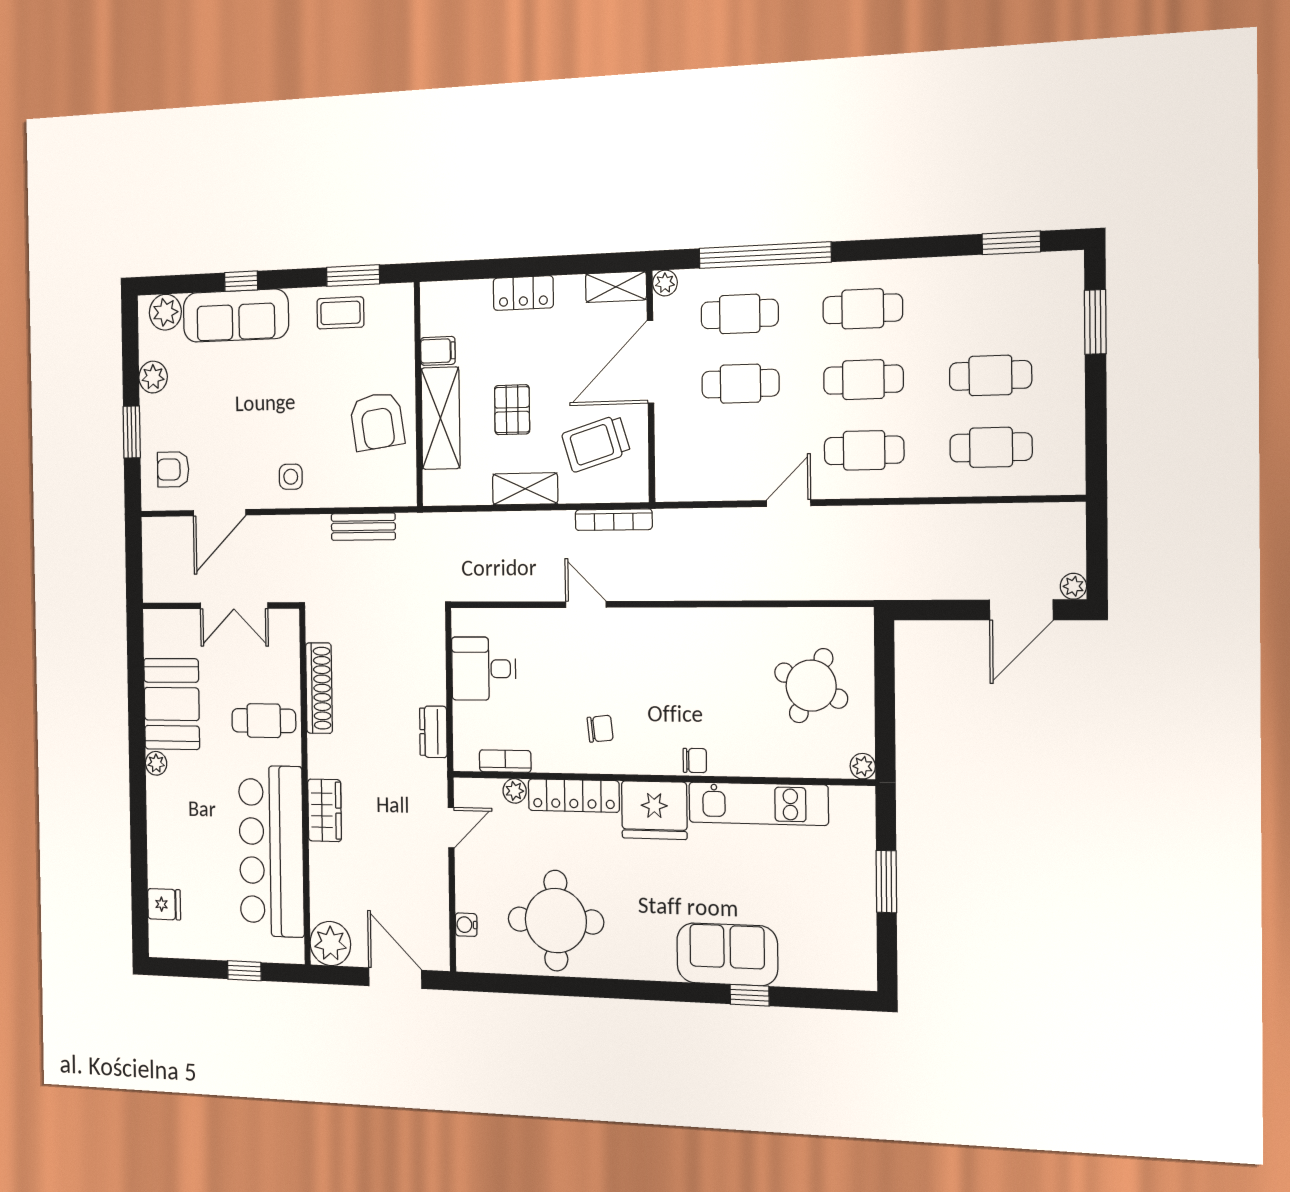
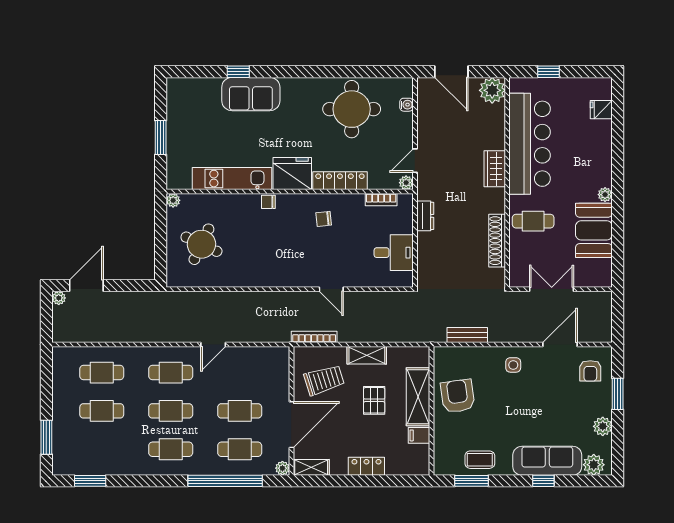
armchair: (173, 469) -> (590, 371), turned 90
plant: (515, 791) -> (406, 183), moved

